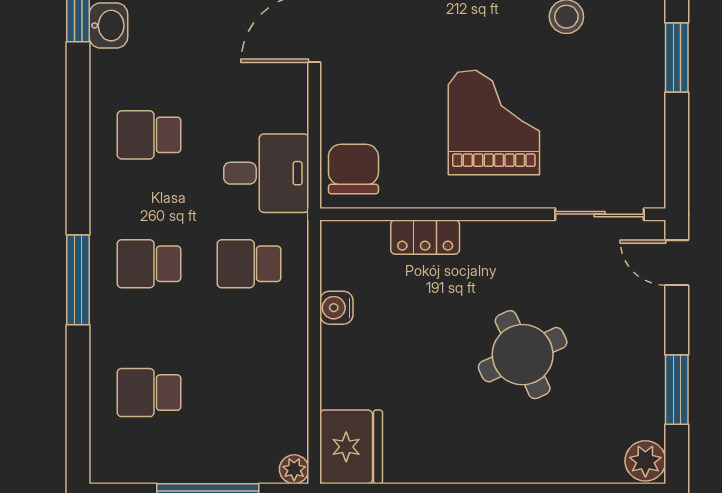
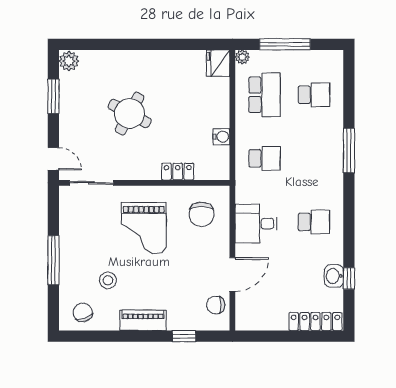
window: (677, 57) -> (53, 260), width x1.44
chair: (353, 169) -> (201, 214), moved
desk: (266, 173) -> (256, 224), moved
school desk: (149, 264) -> (265, 95), moved, width x1.85
round table: (523, 355) -> (130, 113), turned -37
fridge: (351, 447) -> (218, 63), width x0.73, depth x0.75

